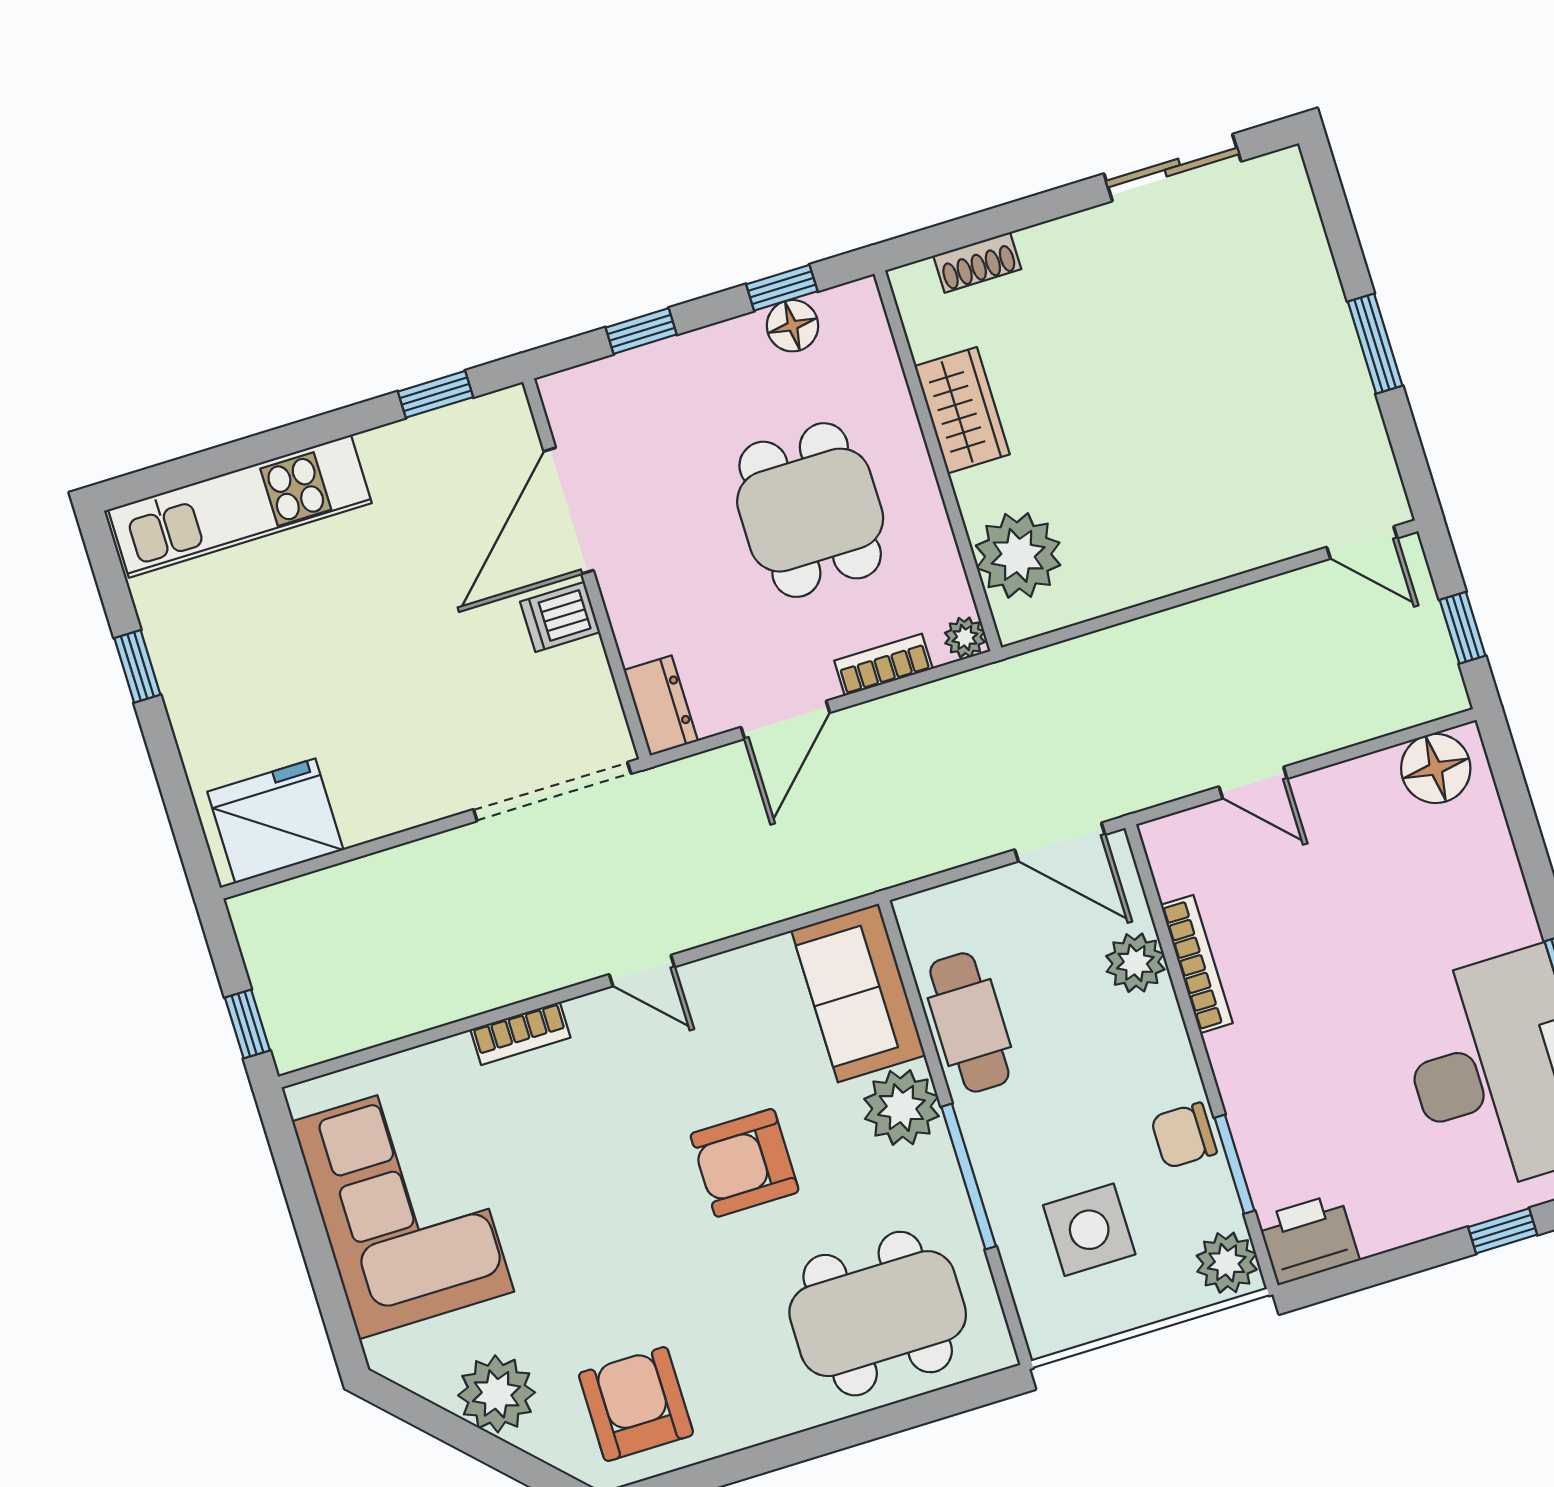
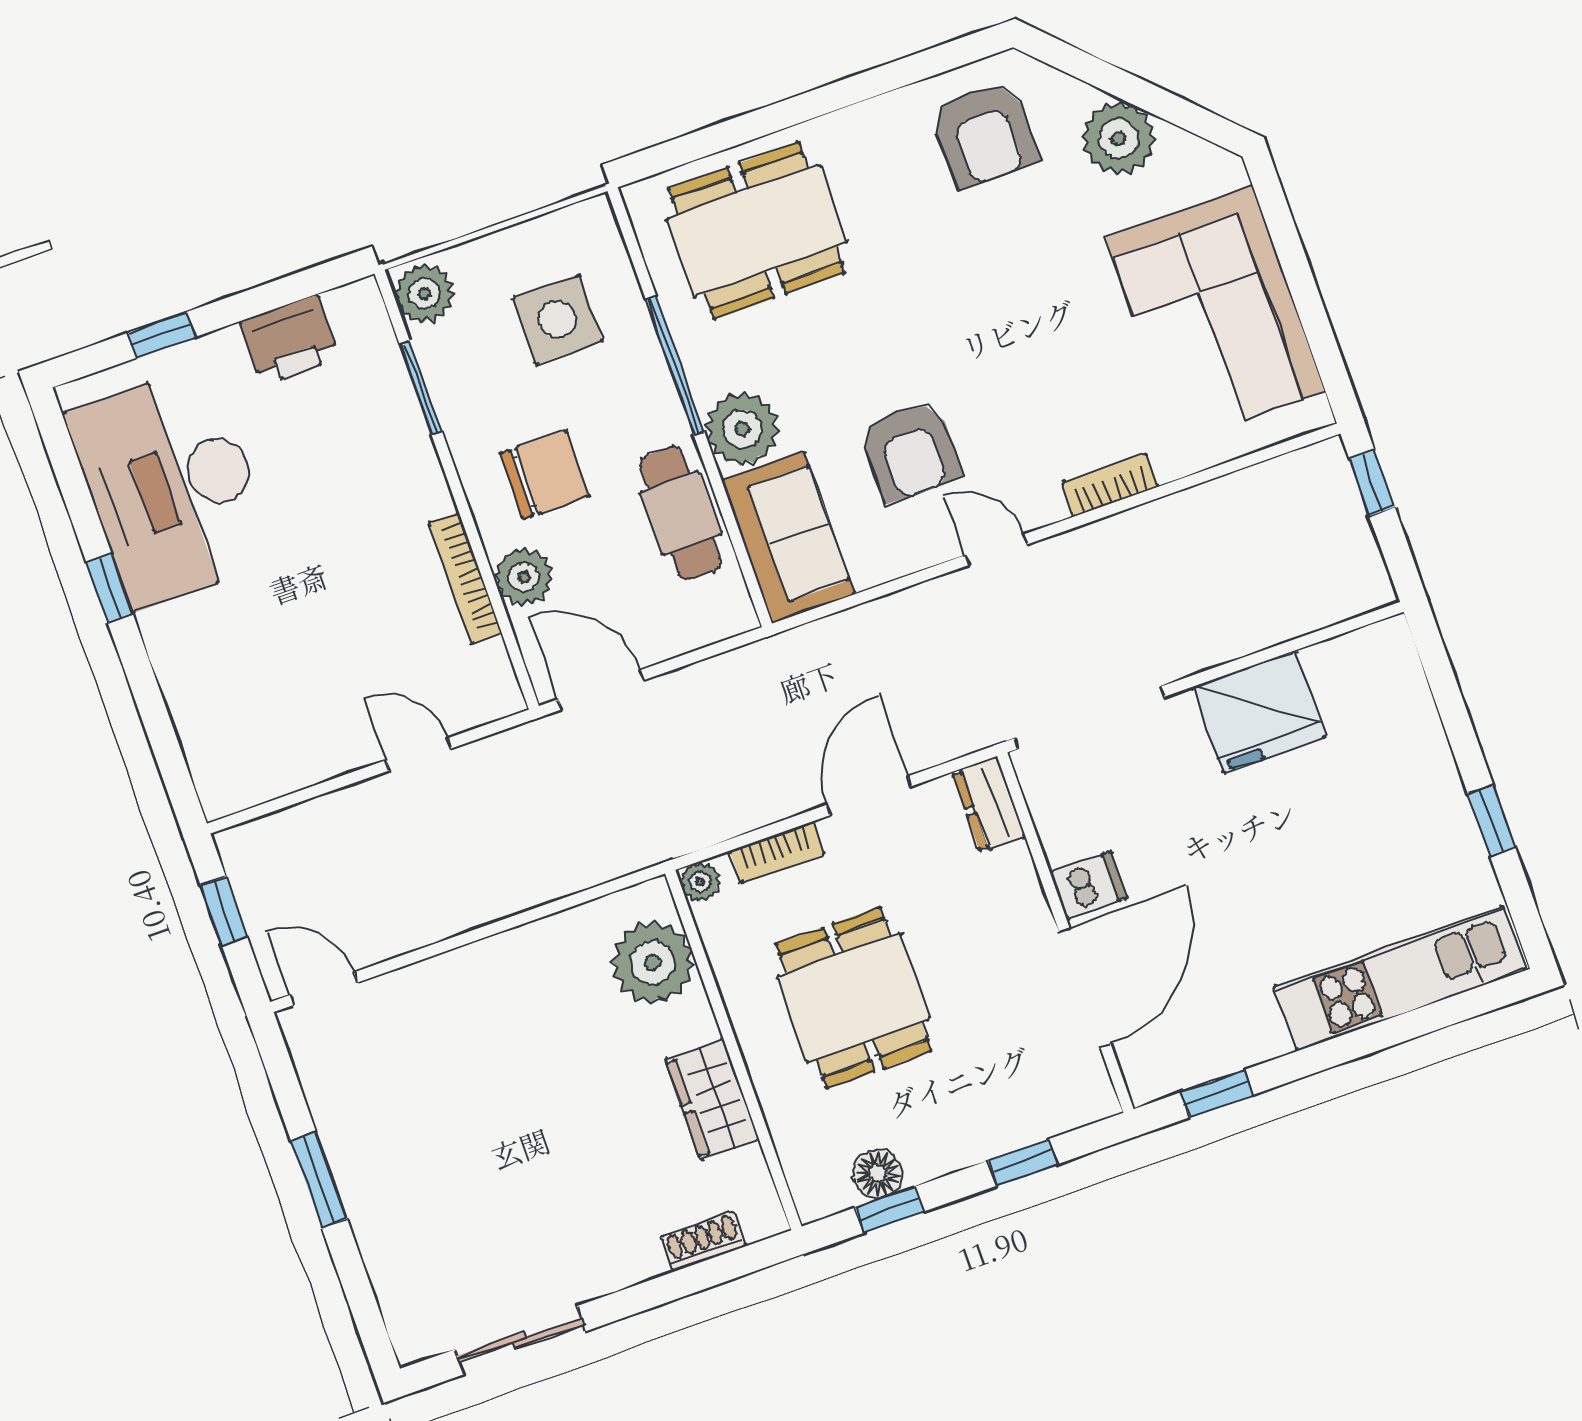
floor lamp: (1436, 768) -> (244, 775), removed
fridge: (275, 821) -> (1259, 712), moved
chair: (1184, 1135) -> (545, 475), moved, width x1.37, depth x1.37
armchair: (745, 1163) -> (911, 451), moved, turned 90
printer: (1308, 1239) -> (289, 340), moved

